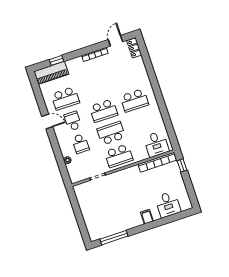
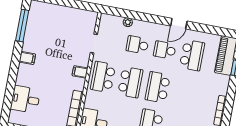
school desk: (65, 98) -> (192, 55), turned 180
school desk: (73, 121) -> (165, 50), turned 180
filing cabinet: (125, 175) -> (80, 72), added
filing cabinet: (147, 217) -> (27, 58), moved

